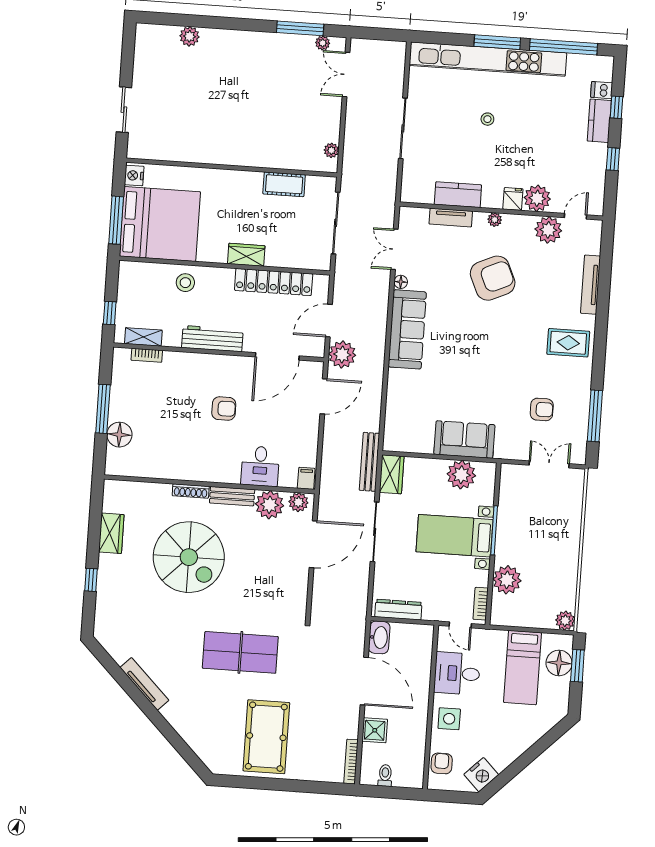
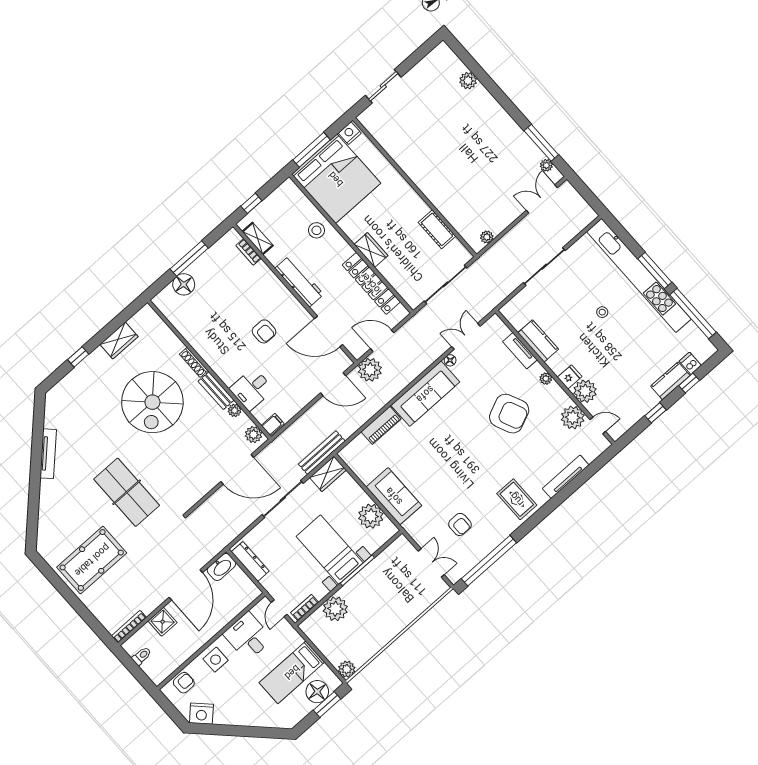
piano: (396, 391) -> (381, 425), added
window: (595, 416) -> (489, 561), width x1.46
plant: (270, 505) -> (235, 410), width x0.53, depth x0.53

